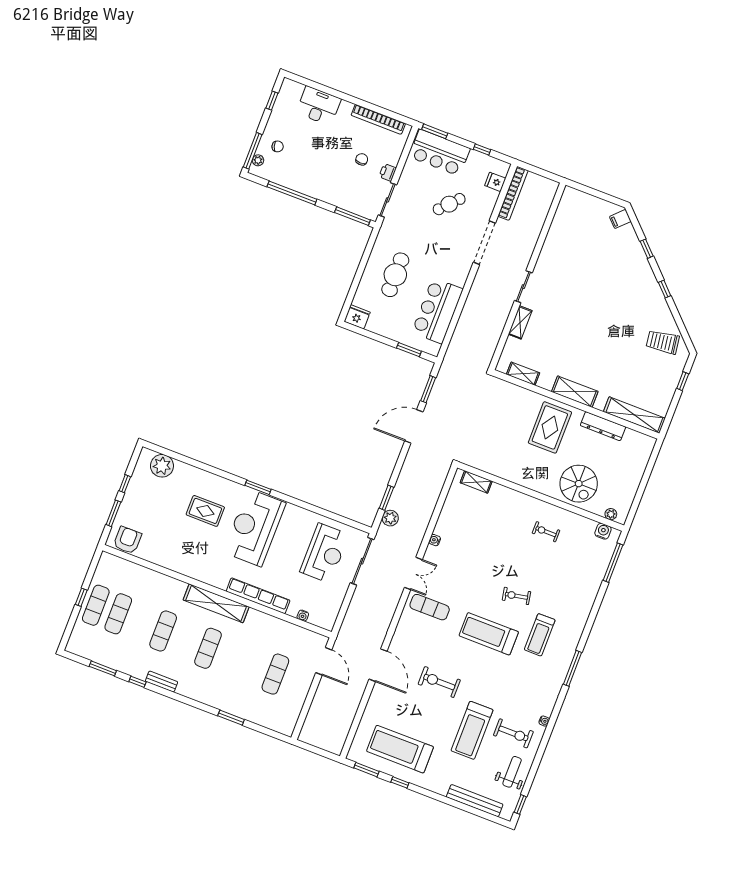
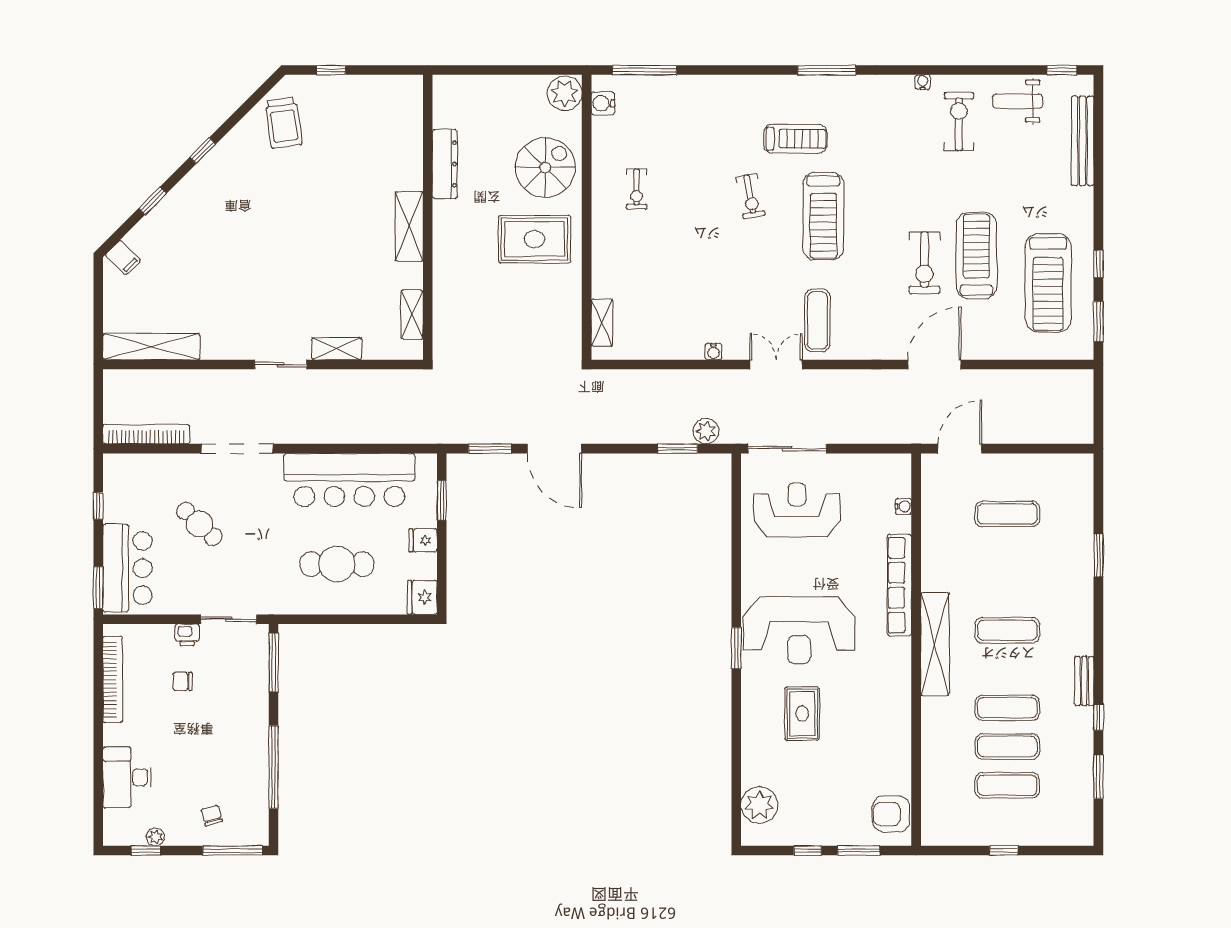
plant: (258, 160) -> (155, 837), moved
fridge: (495, 182) -> (423, 540), moved, turned 90
bar counter: (437, 311) -> (349, 480), width x1.36
shelving: (634, 415) -> (151, 347), moved, turned 90
rug: (550, 427) -> (534, 239), moved
plant: (611, 514) -> (565, 93), width x1.88, depth x1.88
exercise mat: (96, 605) -> (1007, 747), moved
treadmill: (472, 730) -> (976, 256), moved, turned -90

